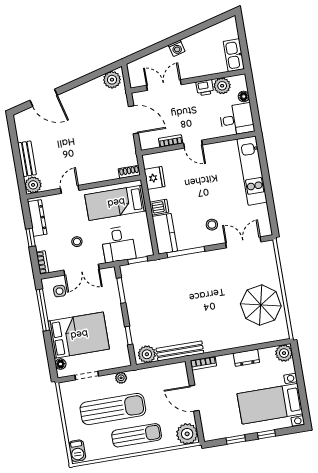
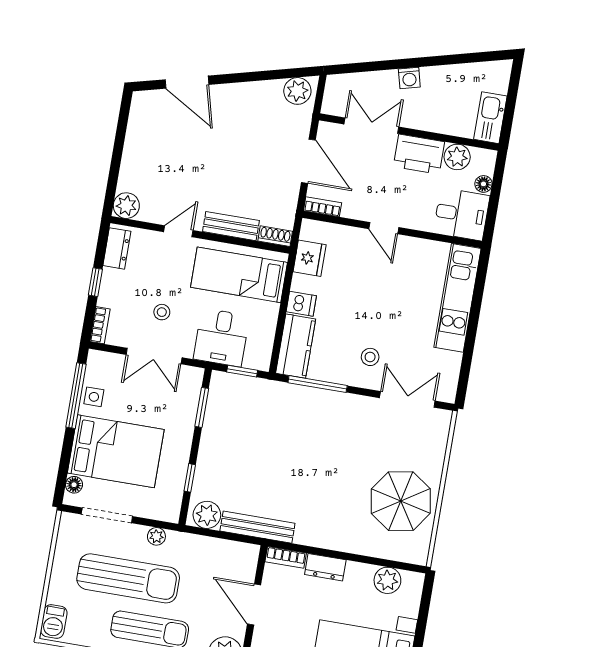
printer: (205, 88) -> (419, 154), width x1.87, depth x1.48
bookcase: (171, 141) -> (322, 207), moved
bench: (27, 159) -> (231, 226), moved, turned 90
dresser: (37, 218) -> (117, 248), width x0.70
side table: (60, 291) -> (94, 397), moved
plant: (284, 353) -> (387, 580), moved
dresser: (246, 358) -> (325, 567), moved
doorway: (87, 376) -> (107, 515), width x1.38

